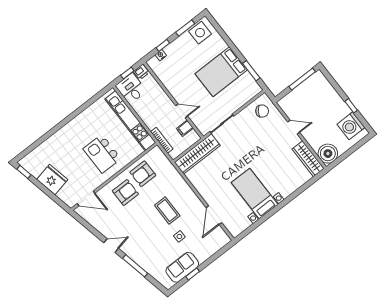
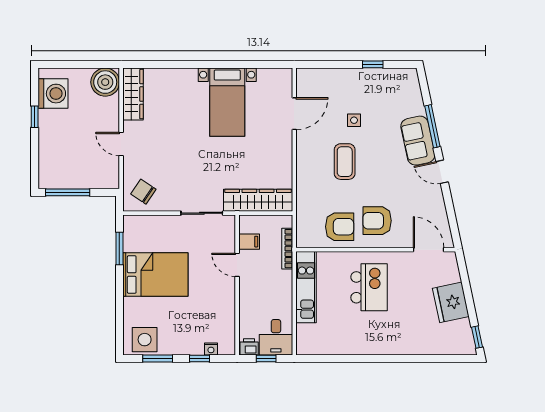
kitchen unit: (130, 121) -> (306, 287), width x0.73
sofa: (182, 267) -> (418, 141), moved, turned 78

